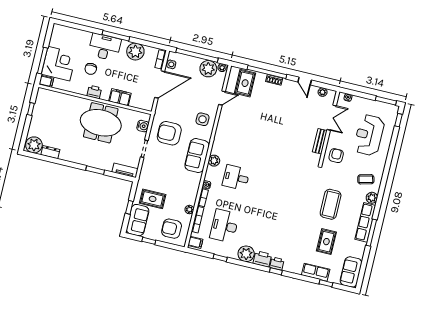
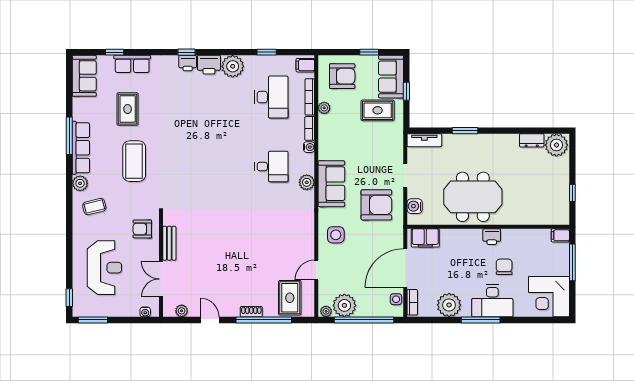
corner desk: (59, 64) -> (549, 297), moved
filing cabinet: (120, 97) -> (425, 238), moved
armchair: (336, 156) -> (142, 229), turned 90

